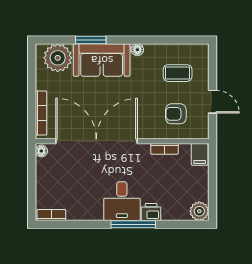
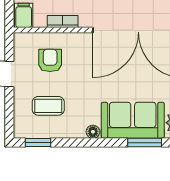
window: (187, 40) -> (38, 143), added
armchair: (176, 114) -> (50, 60), turned -90

